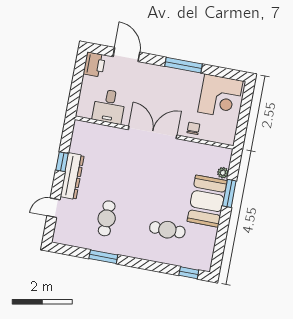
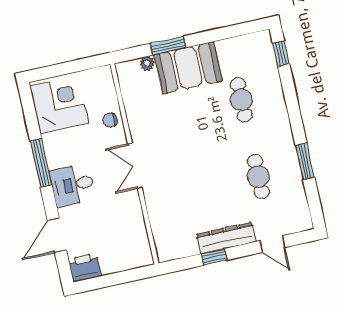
desk: (109, 106) -> (72, 185), moved, turned 180
double door: (153, 132) -> (135, 166), width x0.73
cafe table: (107, 218) -> (258, 177), turned 90

